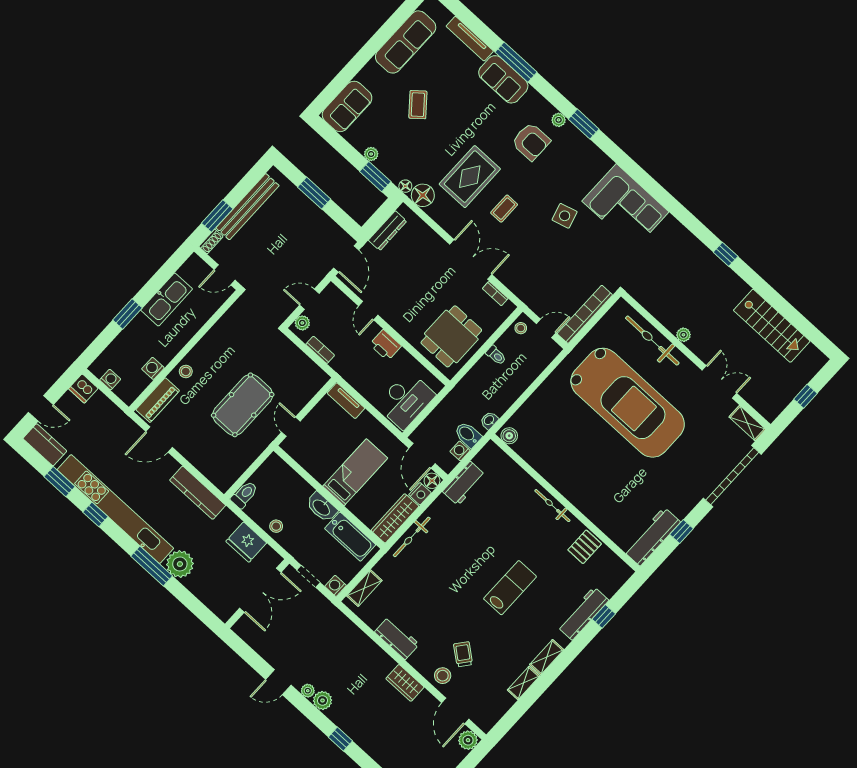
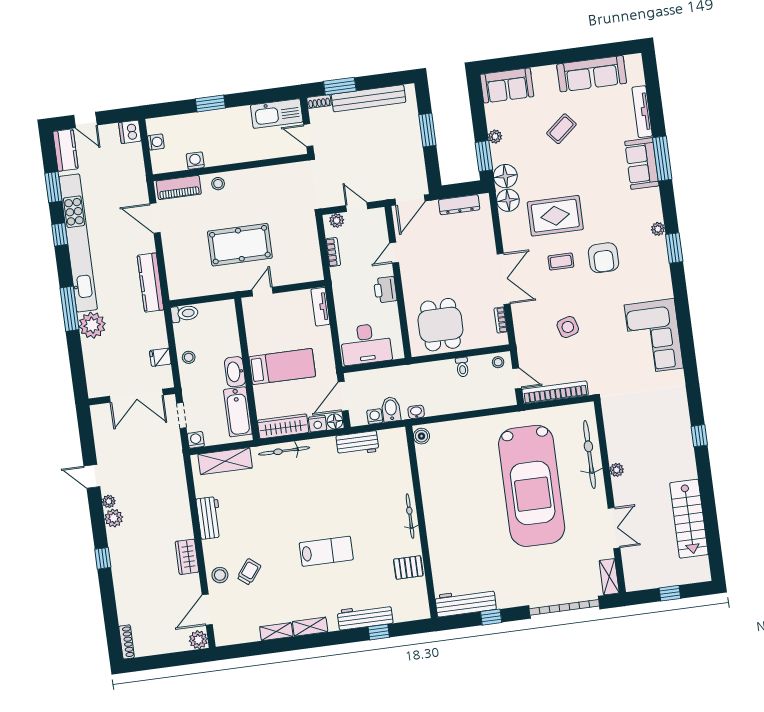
armchair: (531, 142) -> (604, 258), moved
floor lamp: (405, 186) -> (505, 176), width x1.89, depth x1.89
side table: (565, 216) -> (568, 327), moved
kitchen sink: (167, 300) -> (277, 114), moved
dining table: (451, 336) -> (440, 325), turned 90
fridge: (246, 542) -> (160, 357), width x0.53, depth x0.75
shelving: (364, 588) -> (225, 461), width x1.50, depth x1.33

